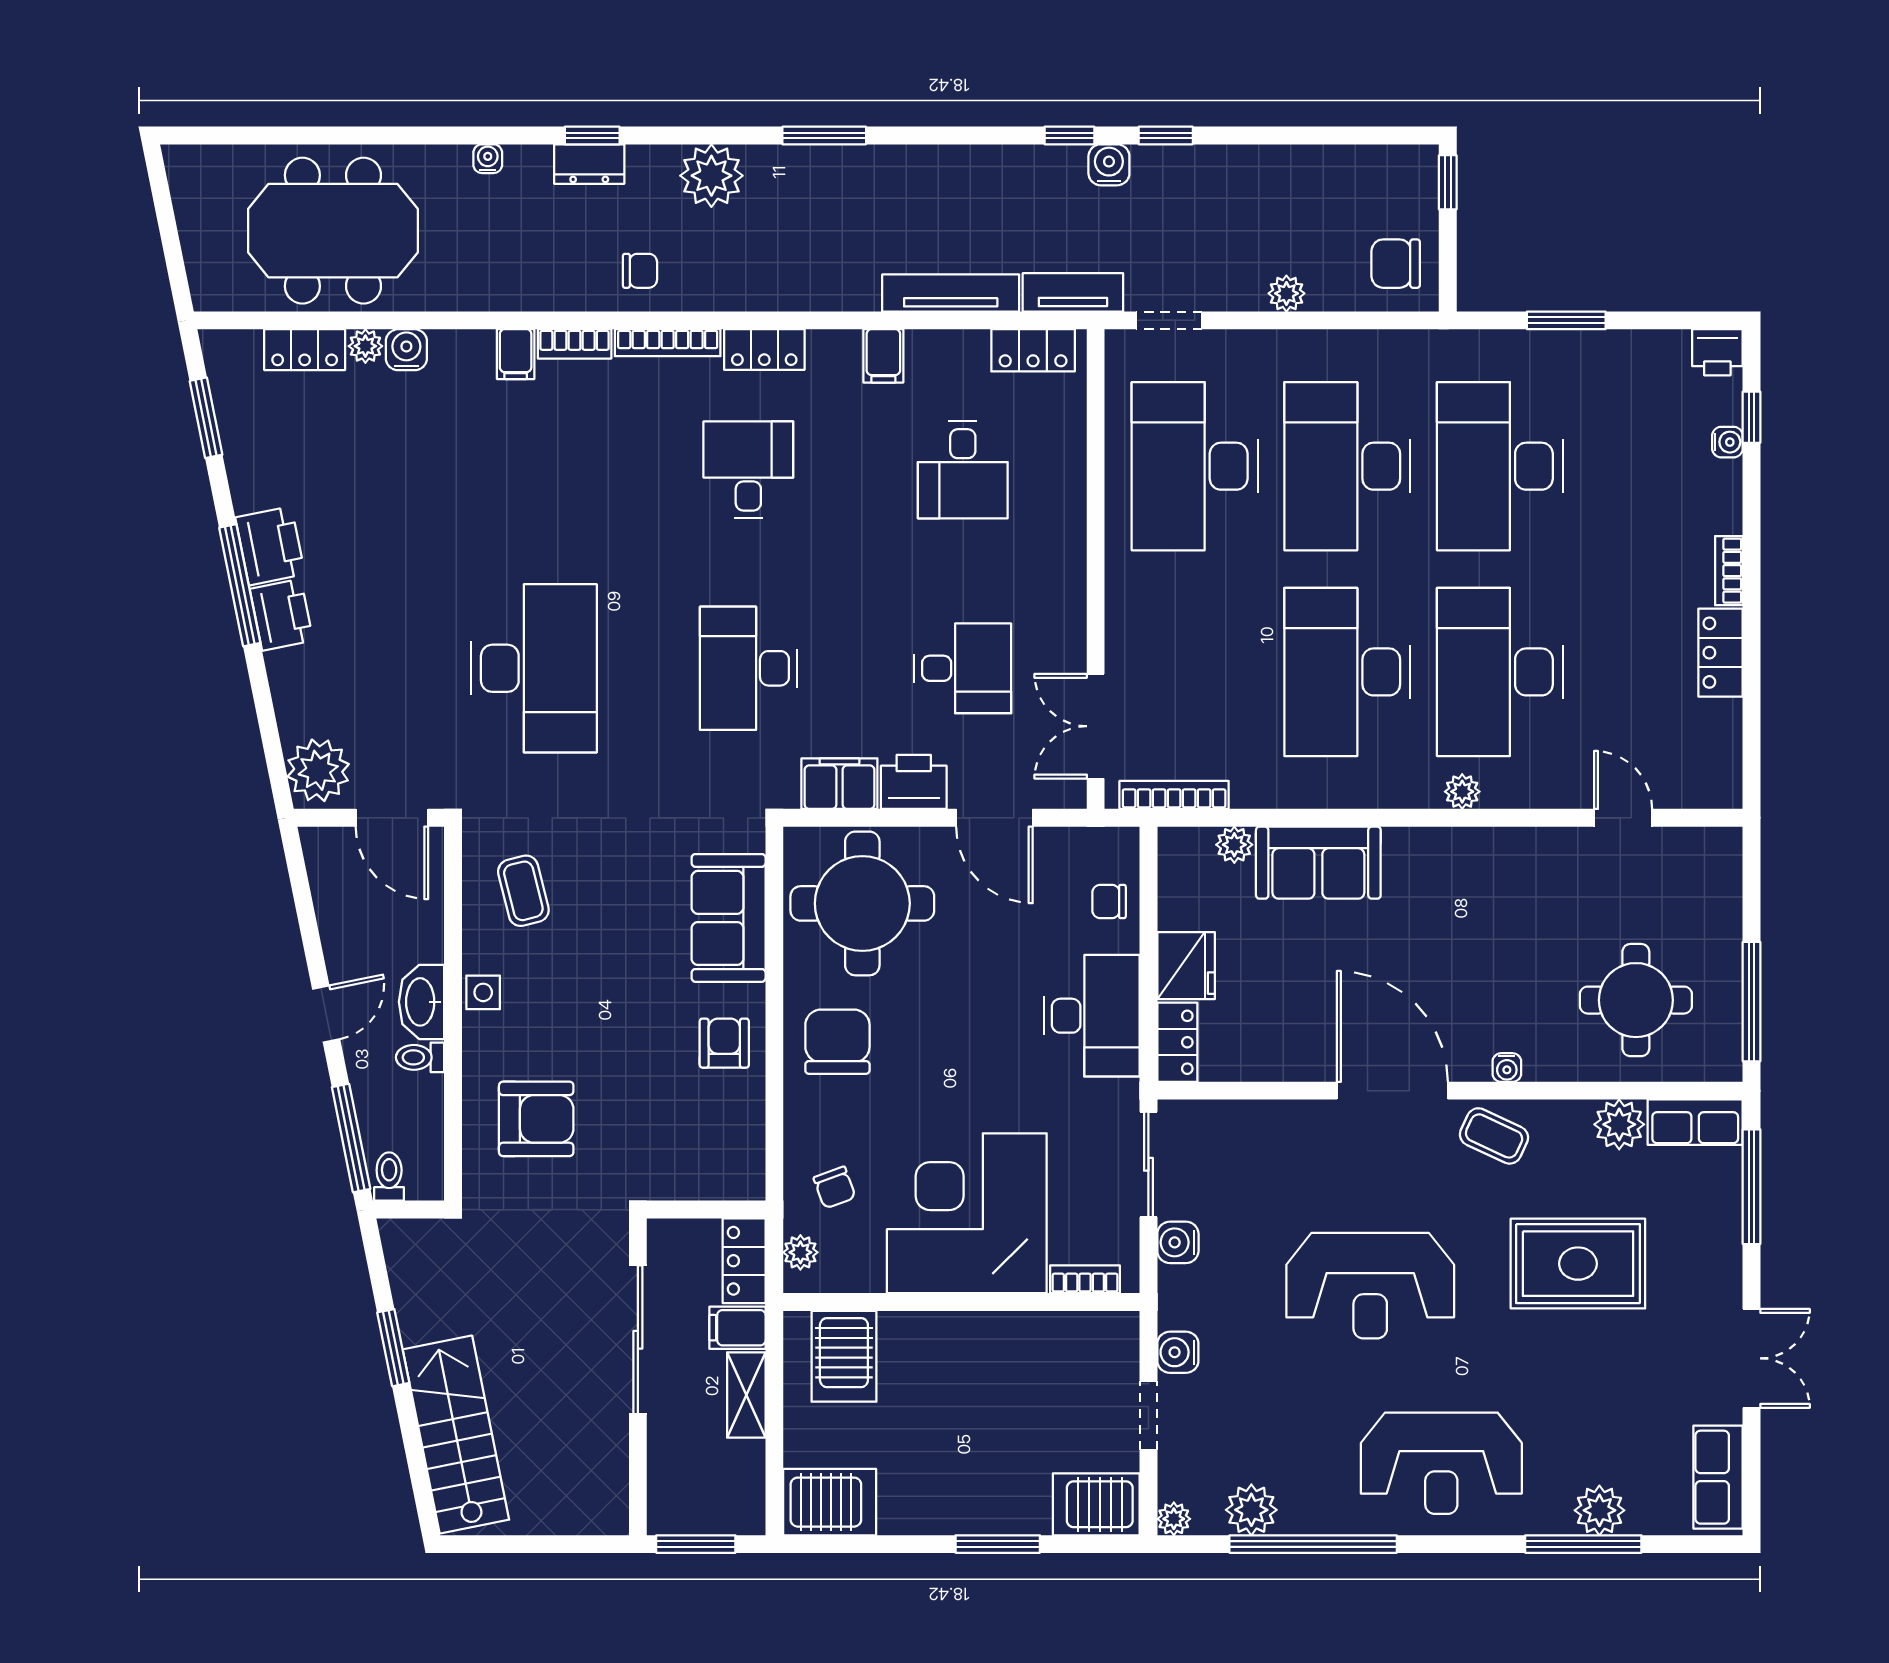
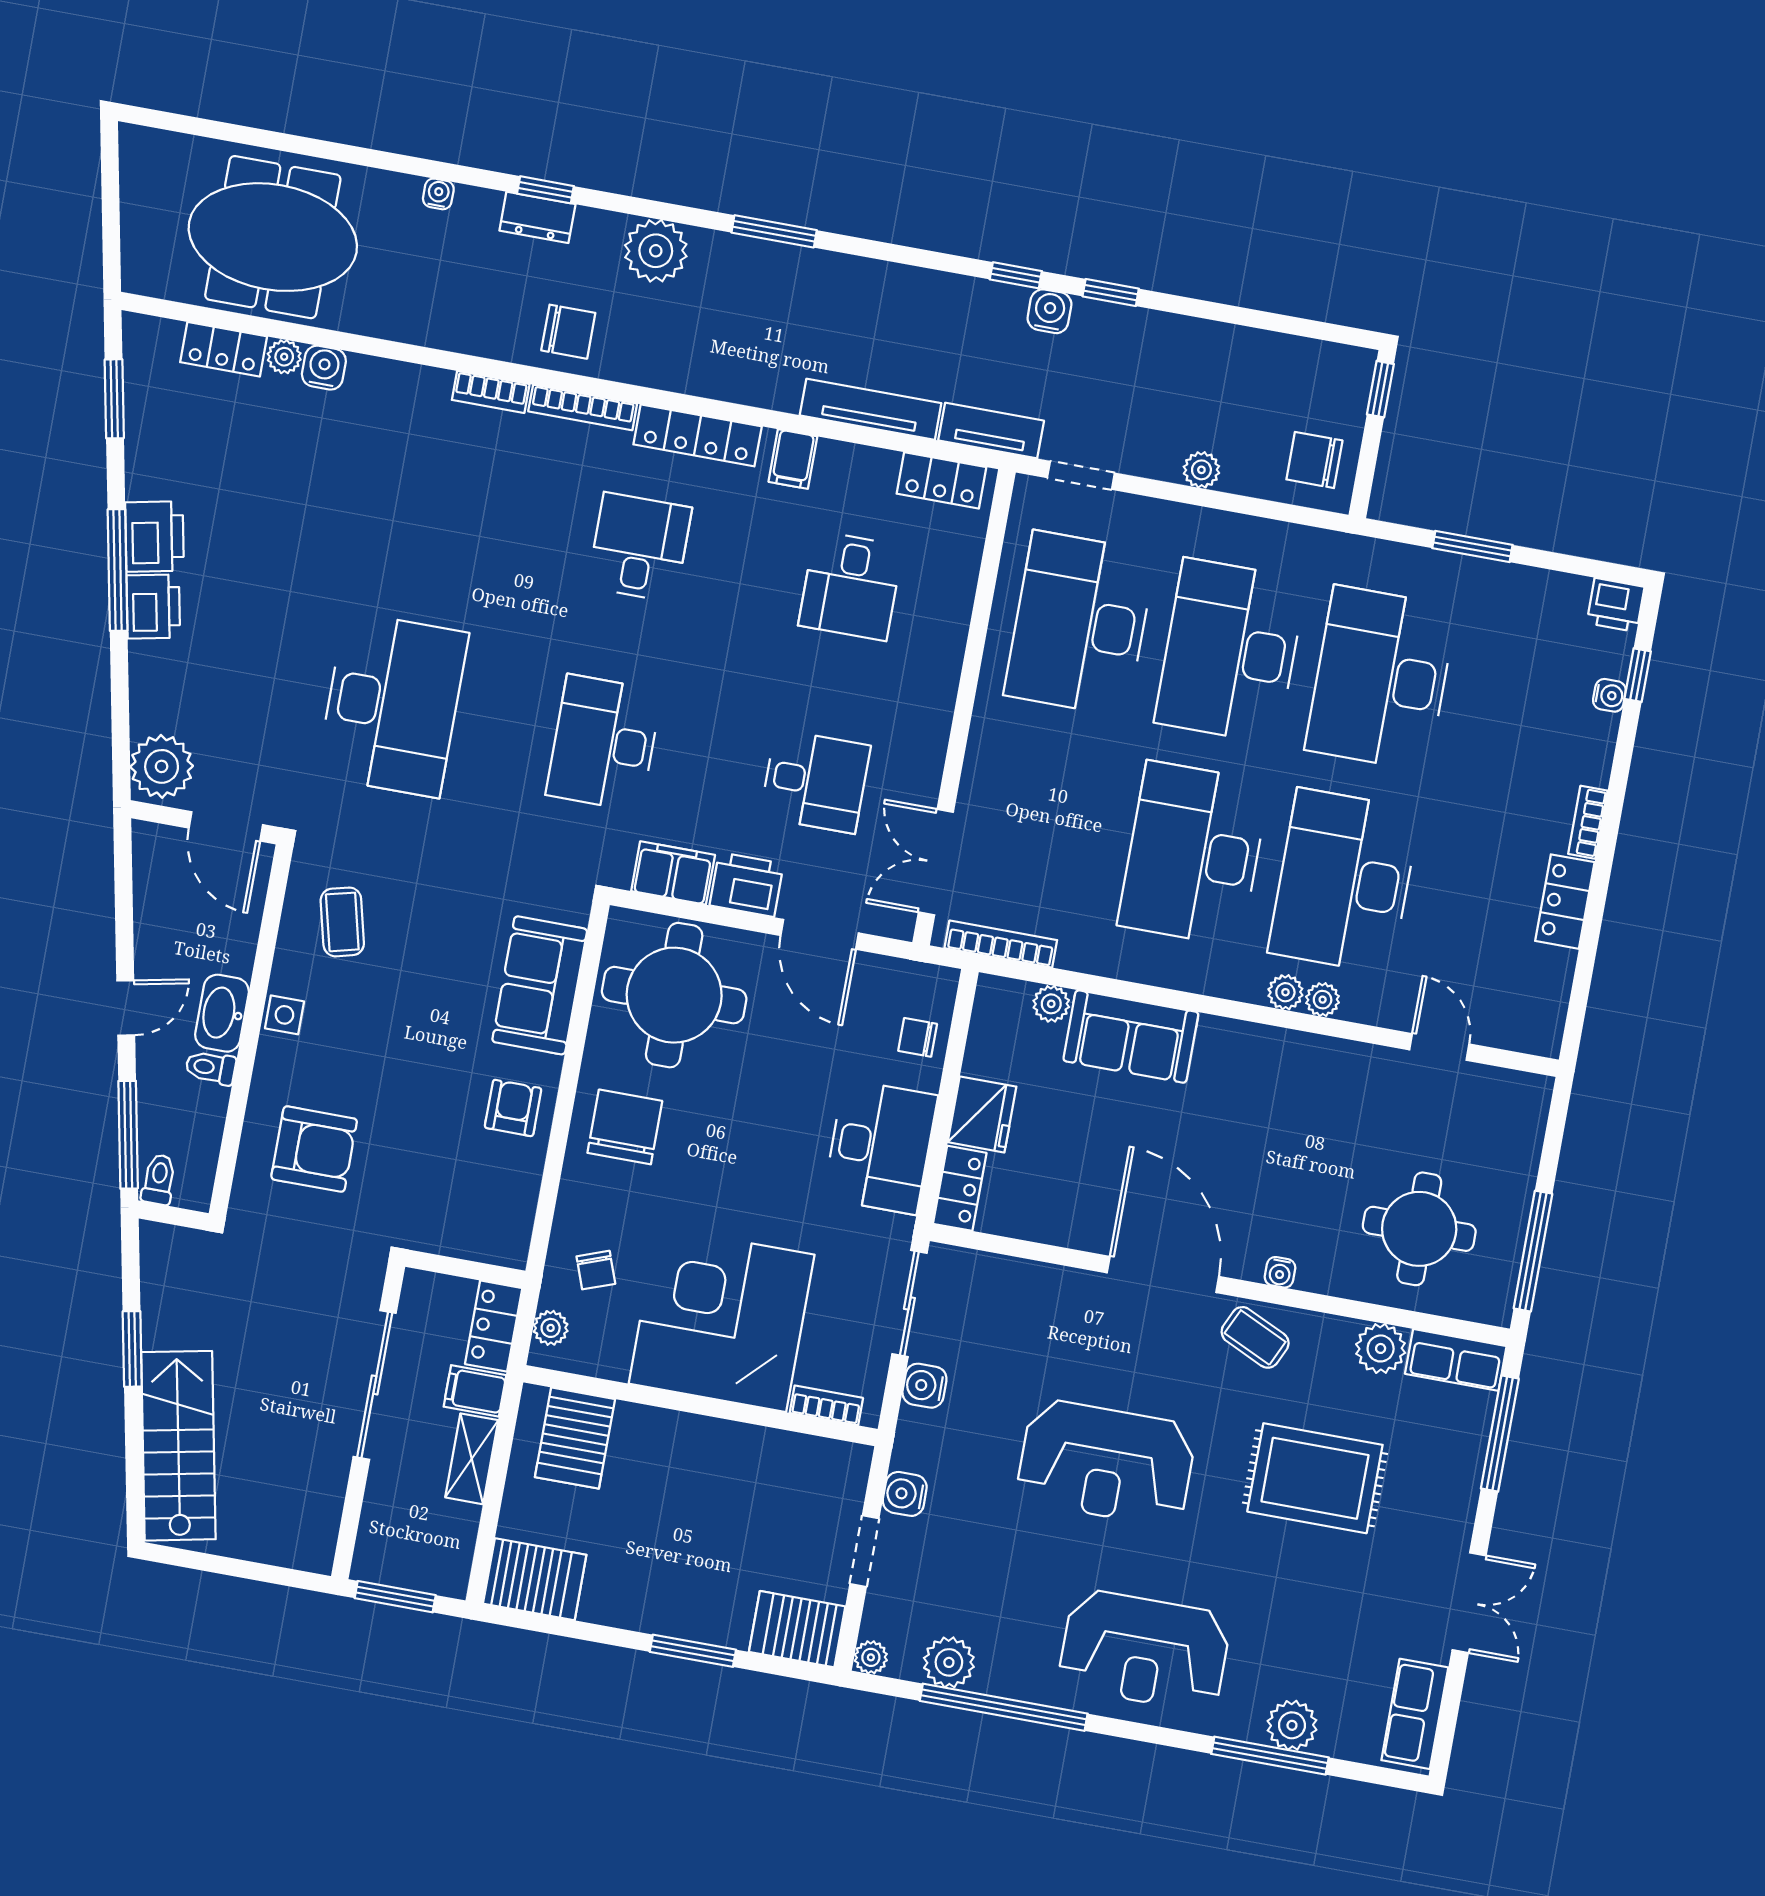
chair: (640, 271) -> (568, 332), width x1.37, depth x1.37
locker: (764, 350) -> (698, 435), width x1.53
filing cabinet: (516, 354) -> (431, 392), removed
plant: (1500, 792) -> (1323, 1000), added

